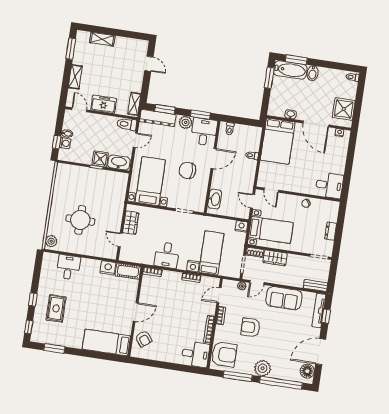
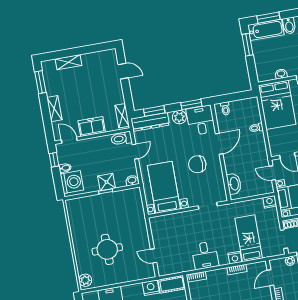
window: (57, 142) -> (54, 160), moved
washing machine: (65, 143) -> (72, 182), width x1.89, depth x1.89
washbasin: (119, 162) -> (132, 180), width x0.52, depth x0.69
wardrobe: (131, 223) -> (158, 235), removed

